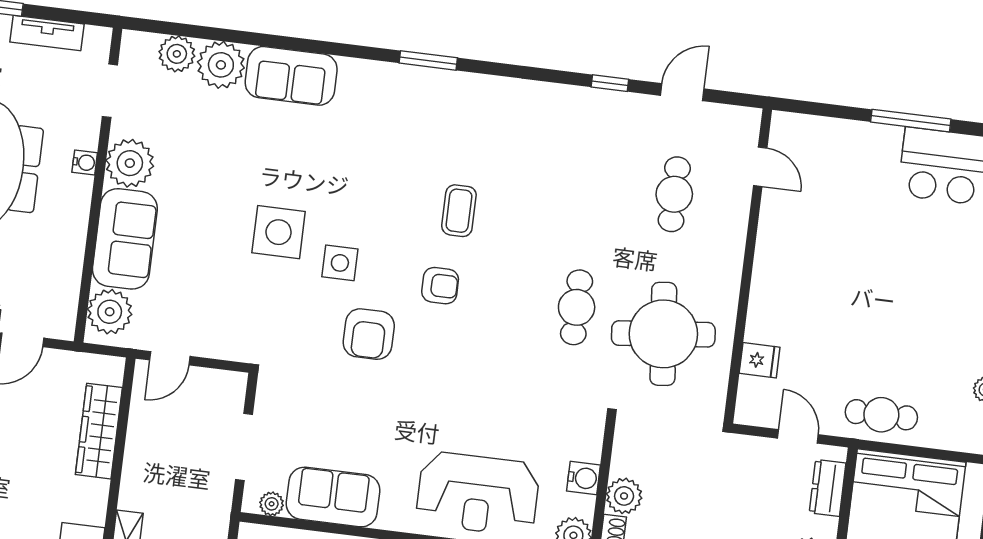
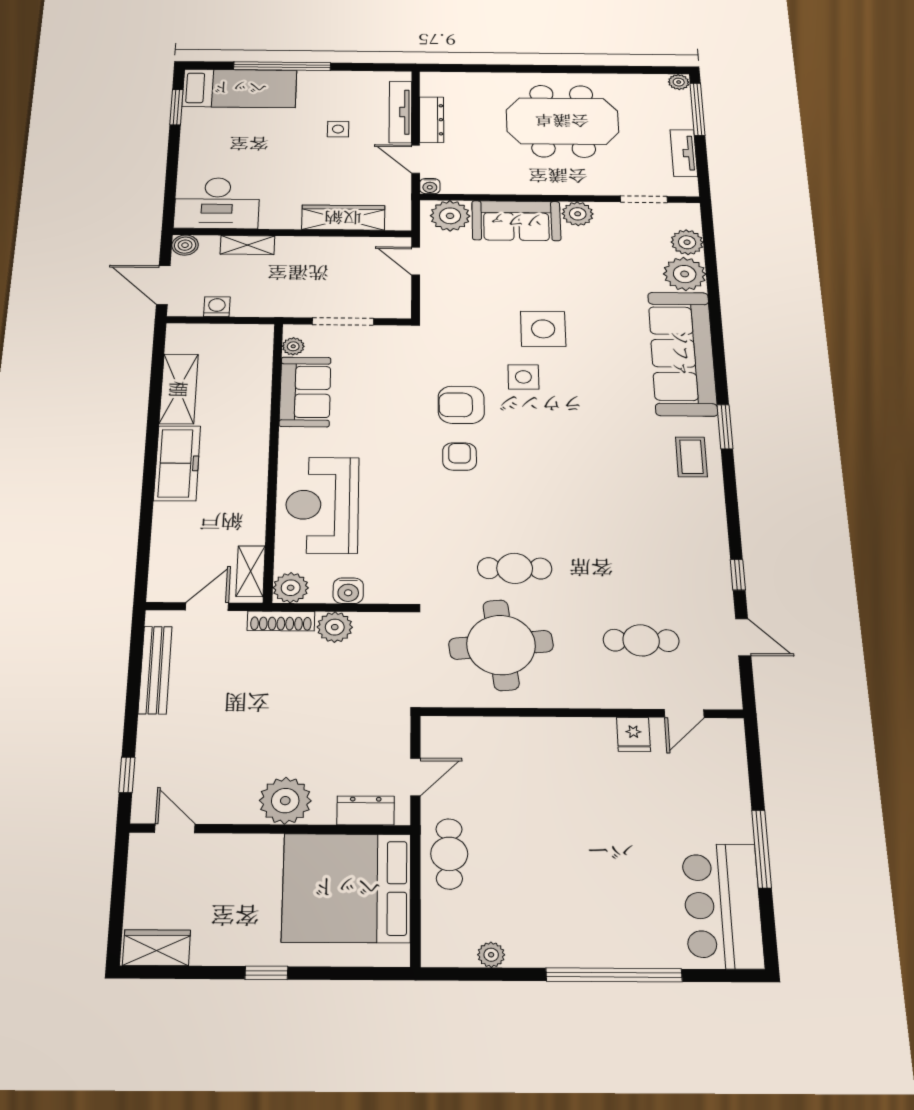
sofa: (291, 76) -> (682, 353), width x1.85, depth x1.27
water cooler: (85, 163) -> (430, 186), moved
plant: (130, 163) -> (578, 214), width x0.73, depth x0.73
coffee table: (459, 211) -> (691, 457), moved, turned 90
armchair: (440, 286) -> (460, 457), moved, turned 180
fridge: (760, 360) -> (633, 734), moved

